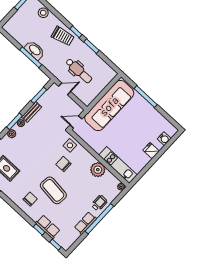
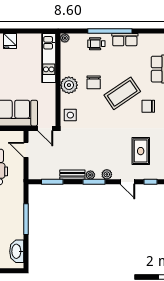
washbasin: (35, 50) -> (17, 251), moved
door: (65, 89) -> (26, 150), moved
chair: (64, 164) -> (94, 82), moved
plant: (98, 170) -> (69, 85), moved
coffee table: (53, 190) -> (122, 93), turned 50

